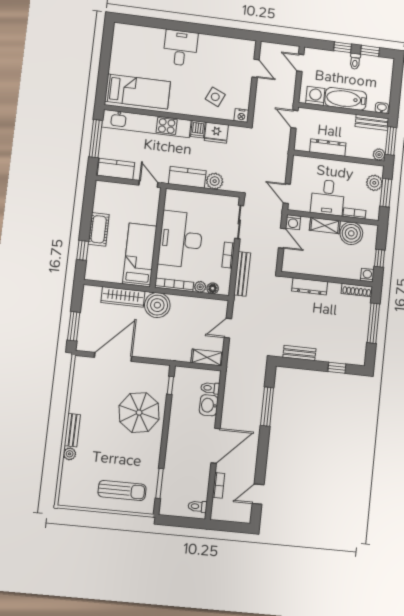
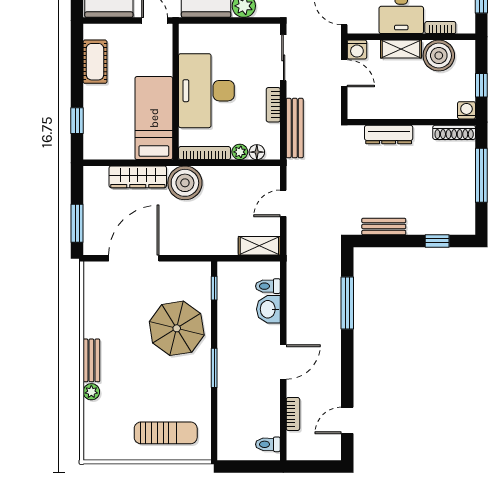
cot: (99, 229) -> (95, 62), moved
door: (215, 446) -> (283, 362), width x0.73
window: (160, 483) -> (214, 368), moved

